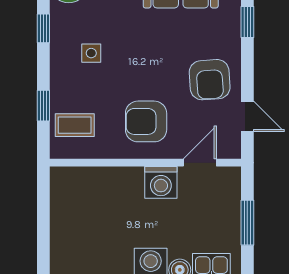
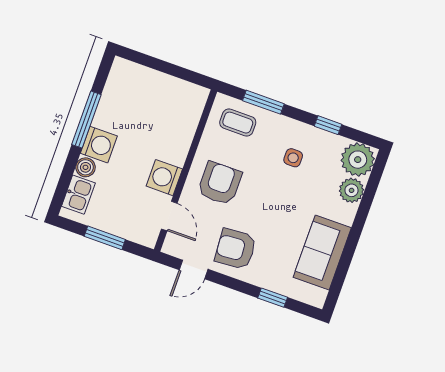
window: (43, 106) -> (263, 102), width x1.50
coffee table: (75, 125) -> (238, 123), turned 90

